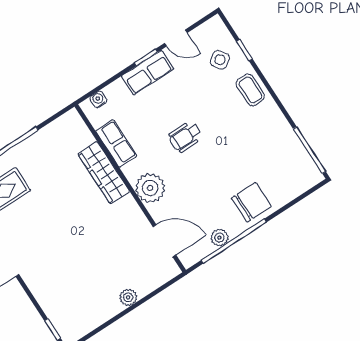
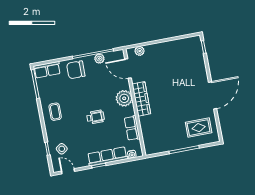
door: (176, 38) -> (68, 171), moved
row of seats: (148, 73) -> (107, 156), width x1.48
coffee table: (250, 90) -> (55, 112), moved
wardrobe: (104, 173) -> (141, 99), moved
row of seats: (300, 182) -> (47, 70), added
plant: (128, 297) -> (140, 51), moved

